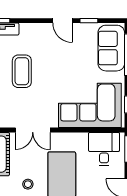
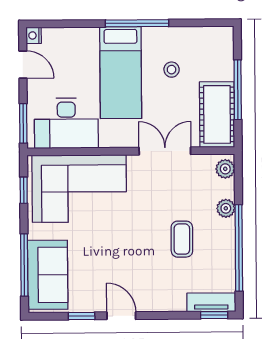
coffee table: (22, 71) -> (182, 239), width x0.73, depth x0.77
desk: (104, 149) -> (66, 123), width x1.37

